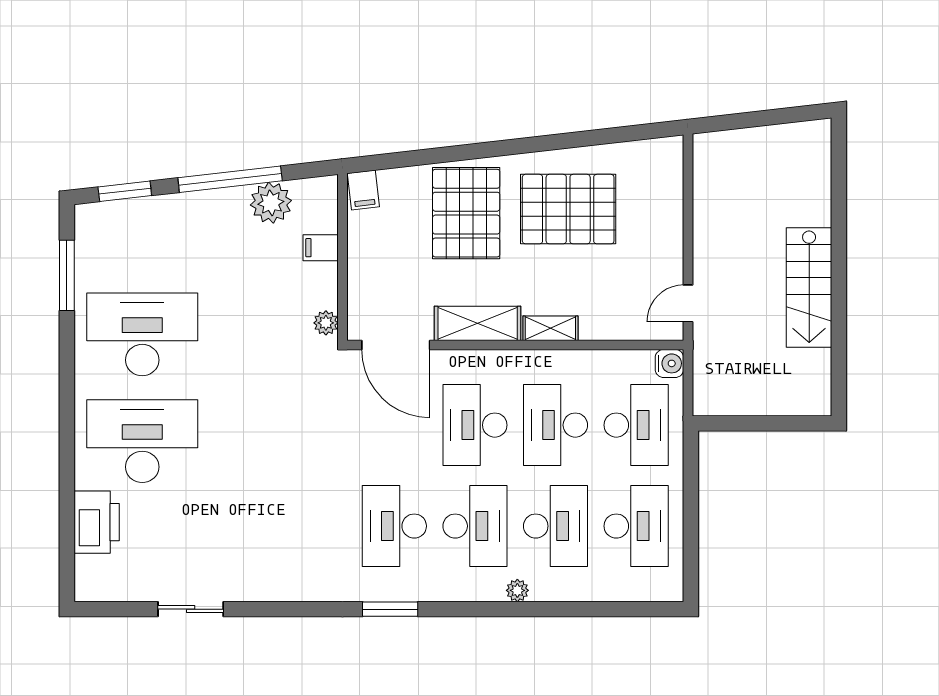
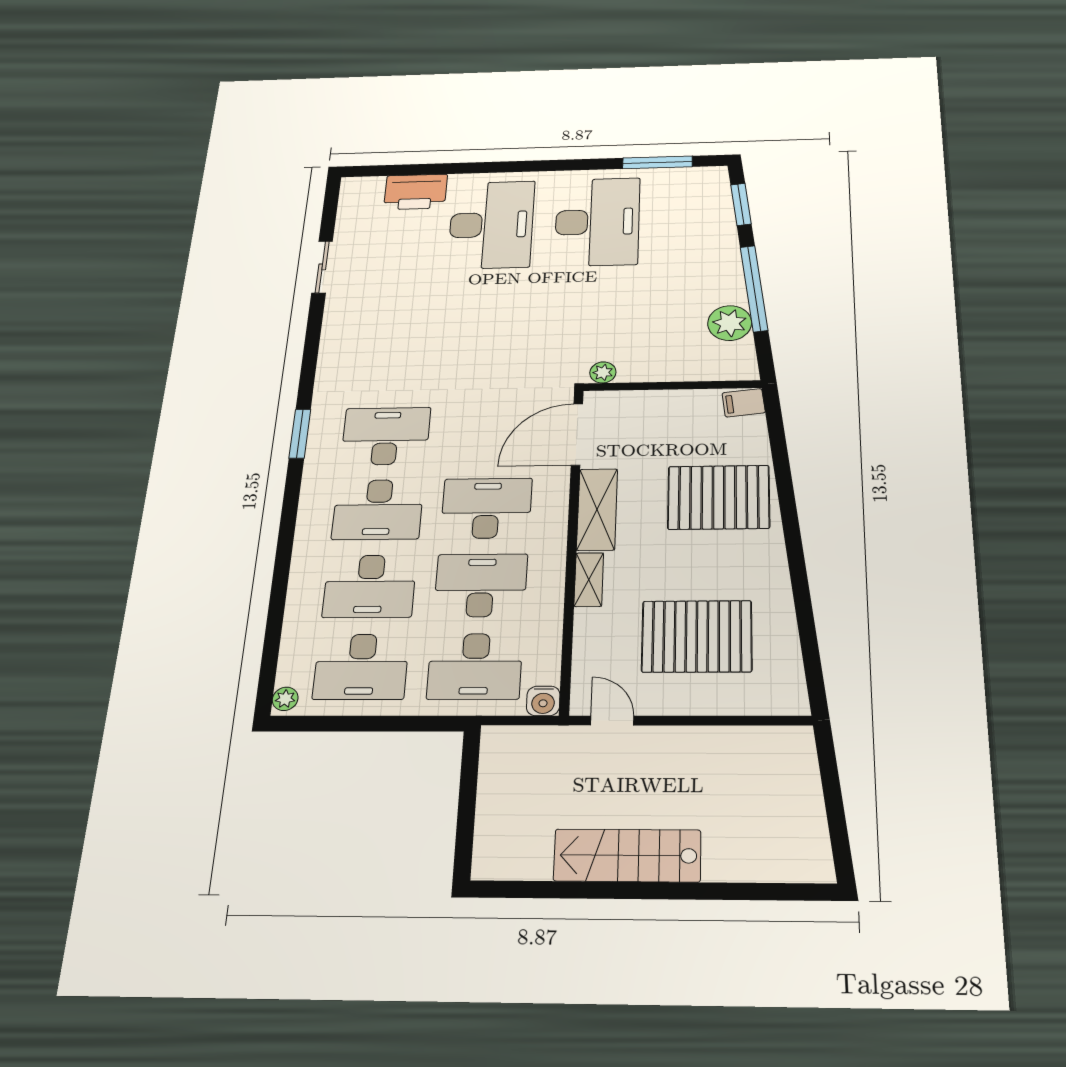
pallet: (568, 209) -> (697, 636), moved, turned 90
filing cabinet: (321, 248) -> (682, 366), removed
plant: (517, 590) -> (285, 699), moved

